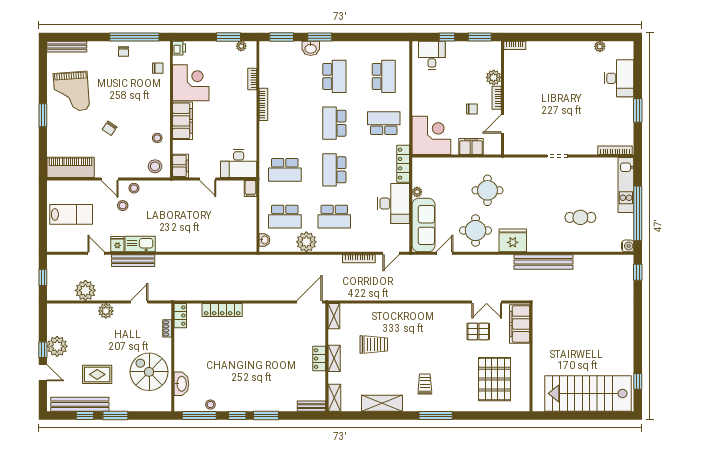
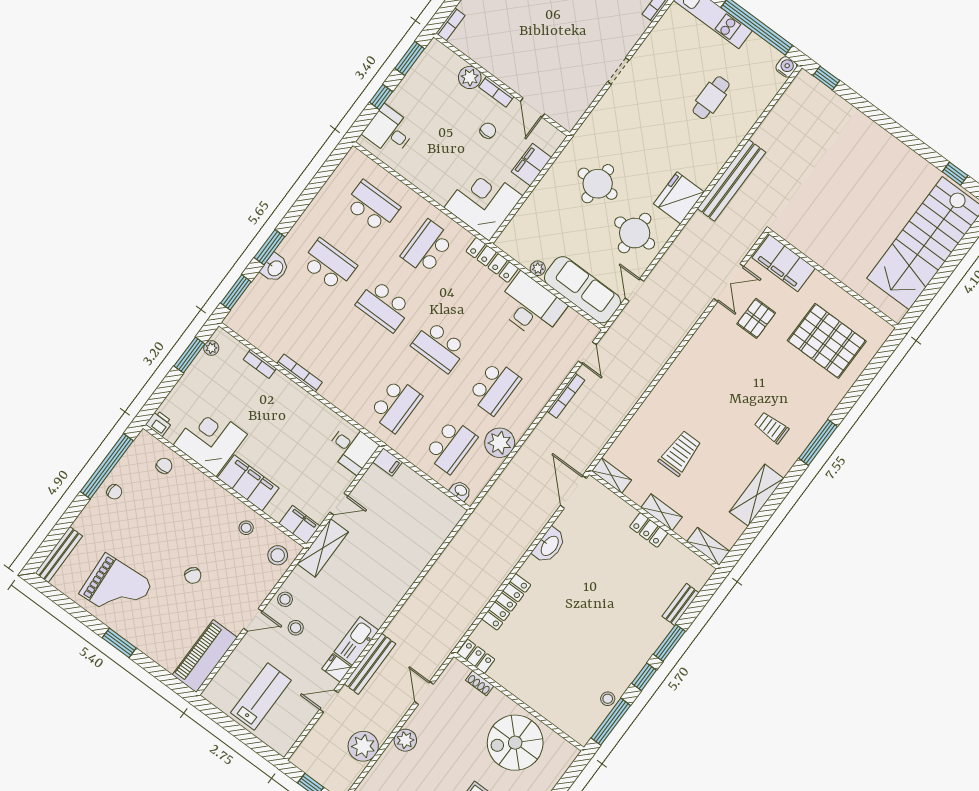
desk: (239, 163) -> (352, 448), width x0.73
shelving: (177, 188) -> (323, 548), added
washbasin: (181, 384) -> (549, 545), moved, turned 90
bench: (311, 406) -> (681, 605), moved

